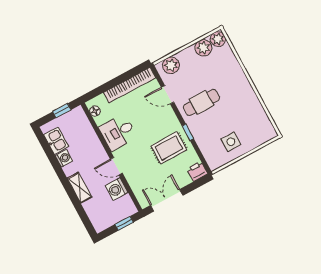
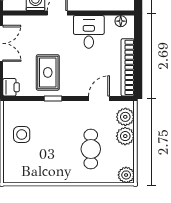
plant: (203, 48) -> (125, 136), moved
cafe table: (201, 102) -> (91, 149), moved

